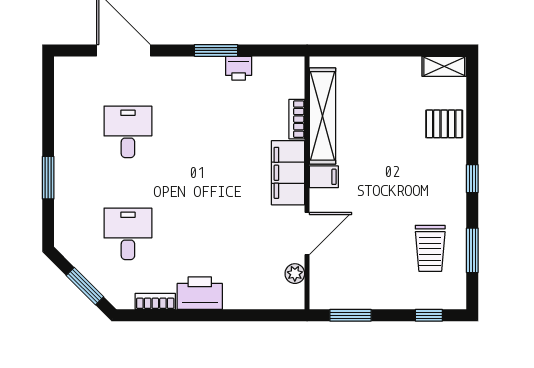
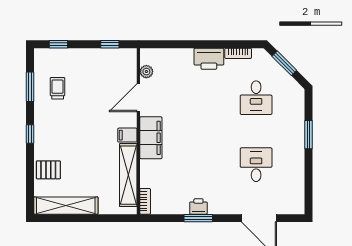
shelving: (444, 66) -> (66, 206), width x2.20, depth x1.33
printer: (239, 68) -> (198, 206), moved
bookcase: (297, 119) -> (145, 201), moved
desk: (128, 132) -> (256, 165), turned 180
trolley: (430, 248) -> (58, 88), width x0.73, depth x0.72
window: (350, 315) -> (110, 44), width x0.67

